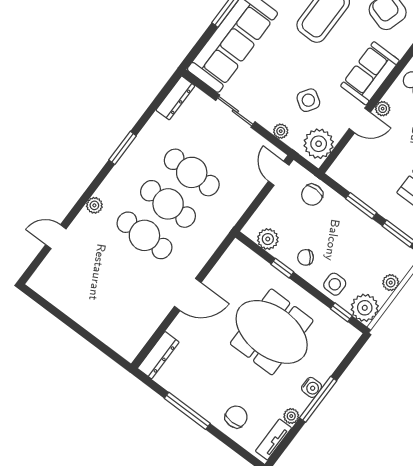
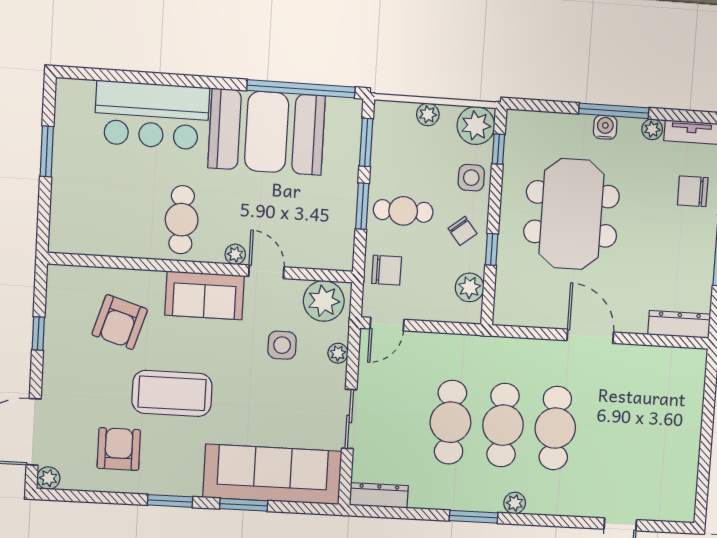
side table: (308, 100) -> (282, 345), turned -33
plant: (94, 205) -> (515, 503), moved
cafe table: (342, 229) -> (403, 211), added

